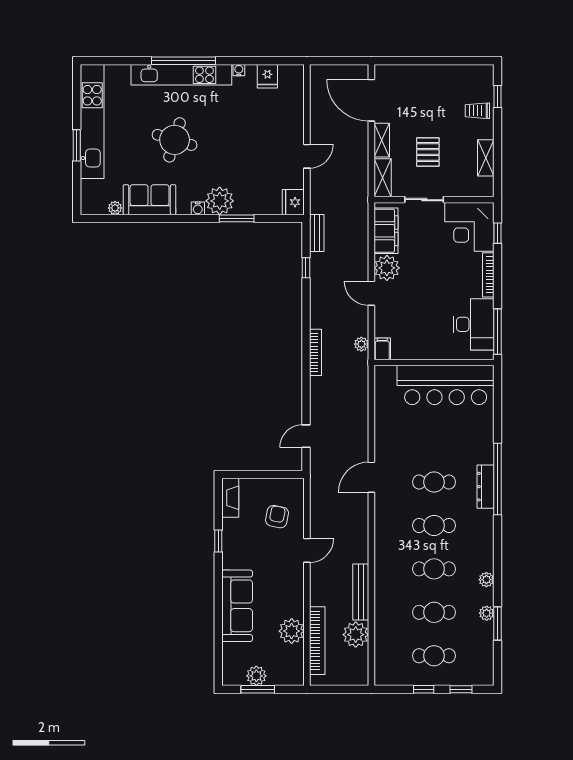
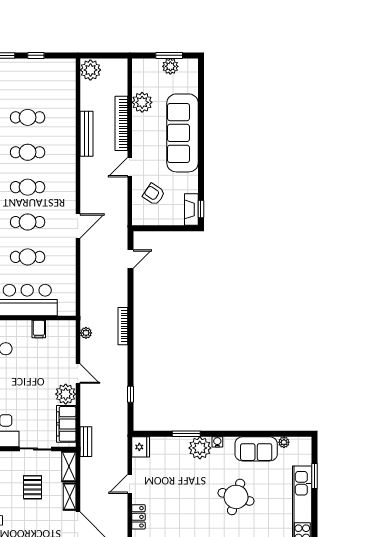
locker: (296, 115) -> (138, 517), added
window: (77, 145) -> (315, 476), moved
bench: (317, 233) -> (86, 442), moved
filing cabinet: (382, 349) -> (39, 329), moved
armchair: (277, 517) -> (154, 194), turned 113
window: (218, 541) -> (201, 209), moved
sofa: (237, 606) -> (183, 133), width x1.36, depth x1.27
plant: (356, 635) -> (90, 70), moved
bookcase: (317, 641) -> (121, 123), moved
cafe table: (434, 656) -> (28, 257), moved

